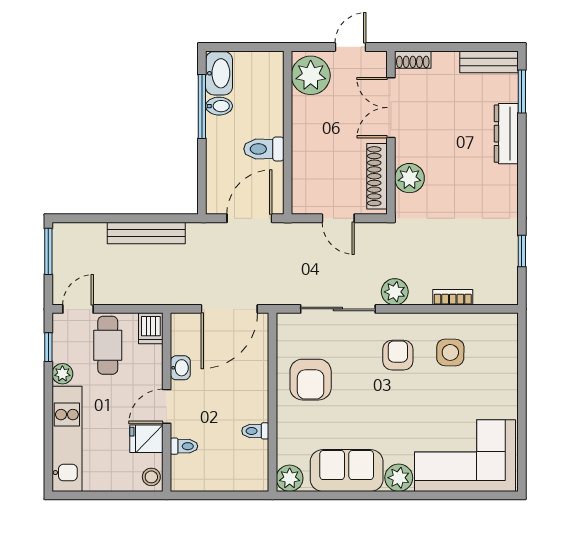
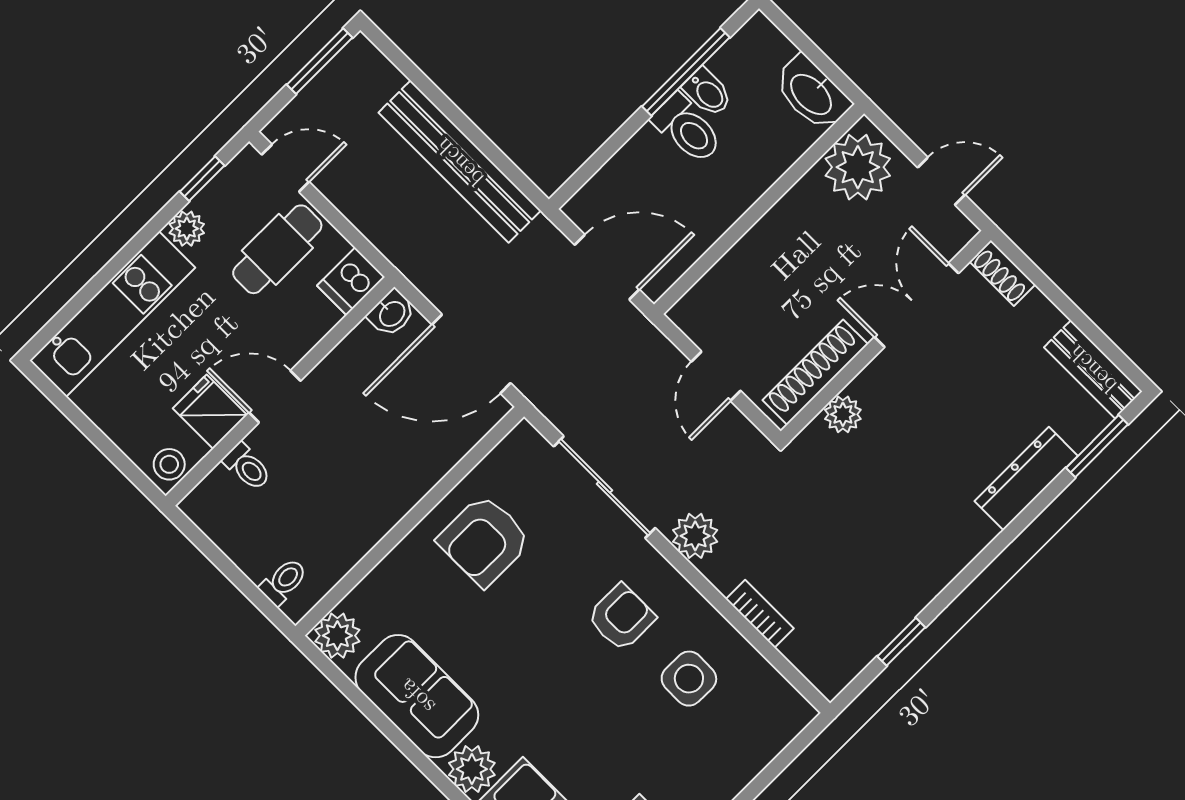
washbasin: (219, 73) -> (812, 94), moved, turned 90
toilet: (264, 149) -> (687, 129), moved, turned 180
plant: (409, 178) -> (843, 414), width x0.73, depth x0.73
bench: (146, 233) -> (460, 162), width x1.37, depth x1.21
washbasin: (180, 368) -> (391, 313), moved
toilet: (255, 431) -> (284, 582), moved, turned 90

